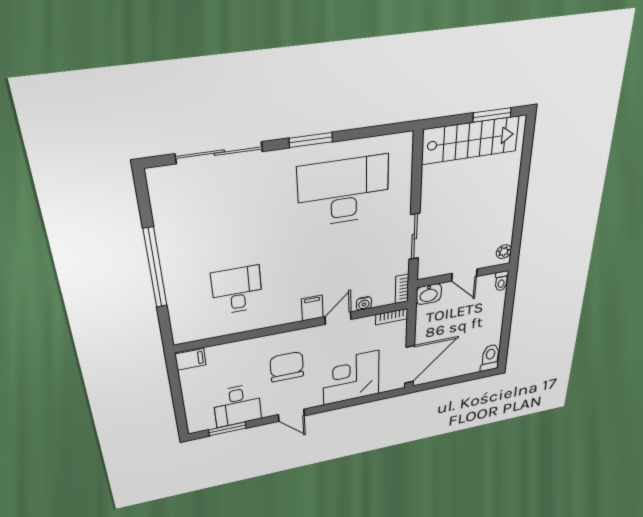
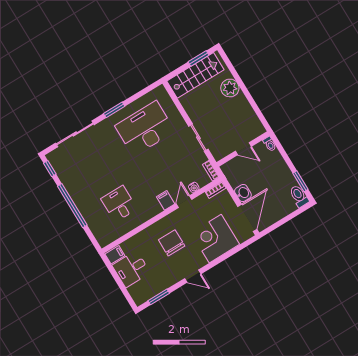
window: (143, 194) -> (50, 169), added
plant: (504, 252) -> (230, 88), moved, width x1.88, depth x1.88
washbasin: (429, 294) -> (243, 193), moved, turned -90
window: (505, 340) -> (300, 181), added
desk: (237, 405) -> (131, 269), moved, turned 90

